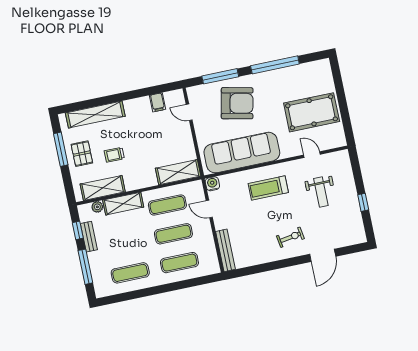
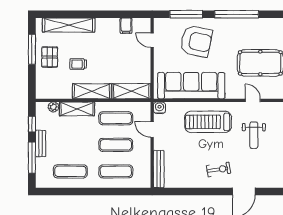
shelving: (103, 188) -> (92, 91), moved
treadmill: (268, 188) -> (208, 122), width x1.37, depth x1.38
bench: (89, 237) -> (41, 144), moved

